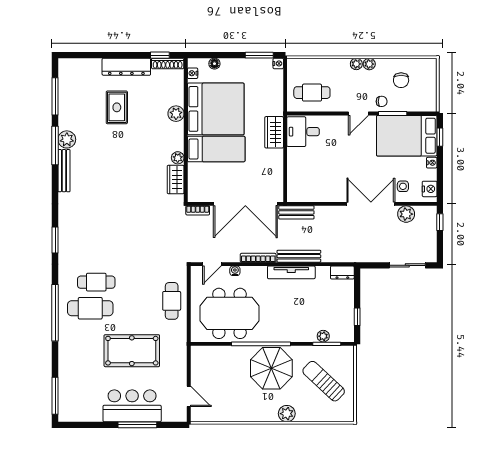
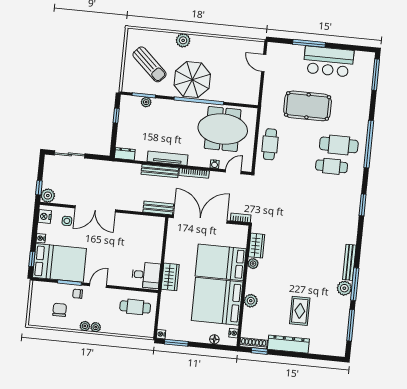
bed: (216, 149) -> (221, 262), width x1.50
plant: (406, 214) -> (48, 196), moved
bar counter: (132, 406) -> (329, 61), moved

